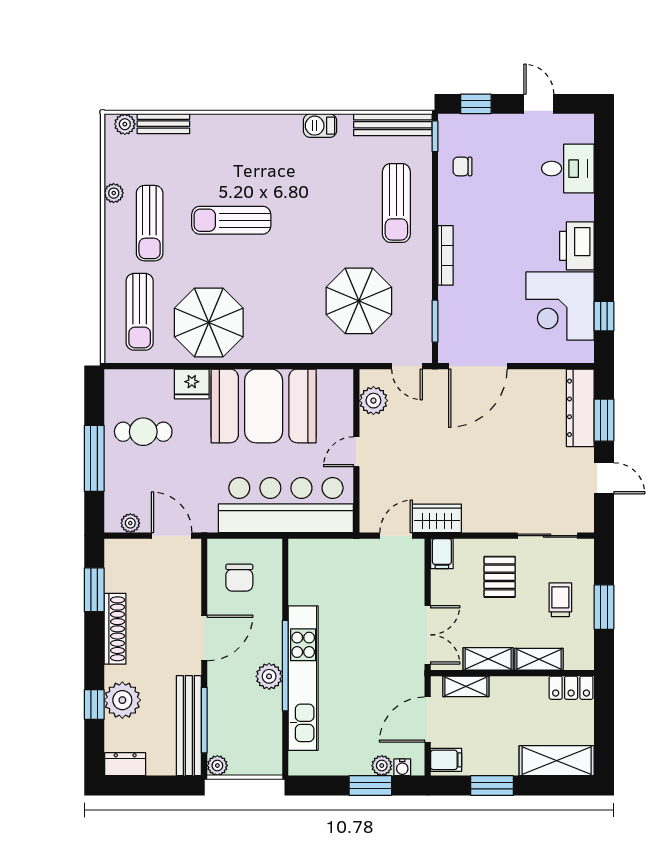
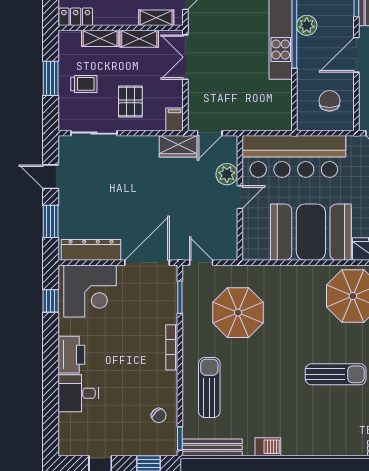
chair: (463, 166) -> (159, 415), turned 48
desk: (568, 169) -> (78, 393), moved
corner desk: (560, 306) -> (90, 291), moved, turned 90
plant: (373, 401) -> (227, 174), moved
dresser: (580, 408) -> (91, 250), moved, turned -90
trolley: (560, 600) -> (84, 84), turned -90

